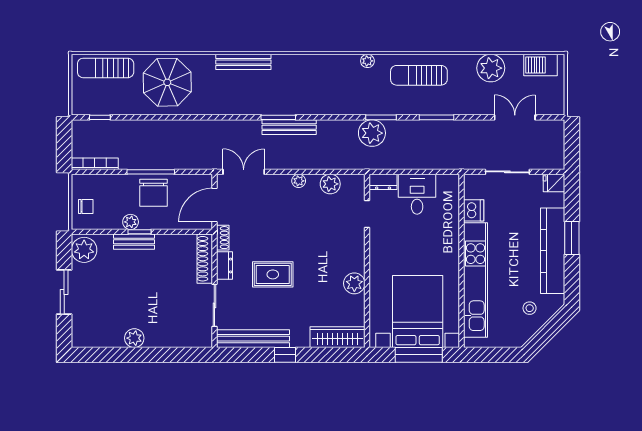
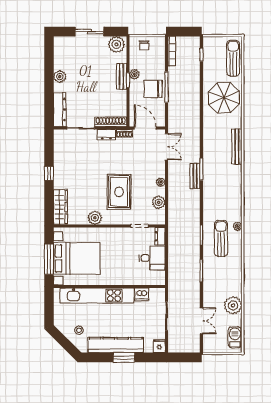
sun lounger: (419, 75) -> (221, 238), moved
bench: (289, 127) -> (195, 176), width x0.73
plant: (372, 133) -> (191, 229), removed
rug: (273, 274) -> (119, 192), moved, width x1.36, depth x1.43
dresser: (186, 338) -> (60, 110), added
bench: (253, 339) -> (59, 153), removed

